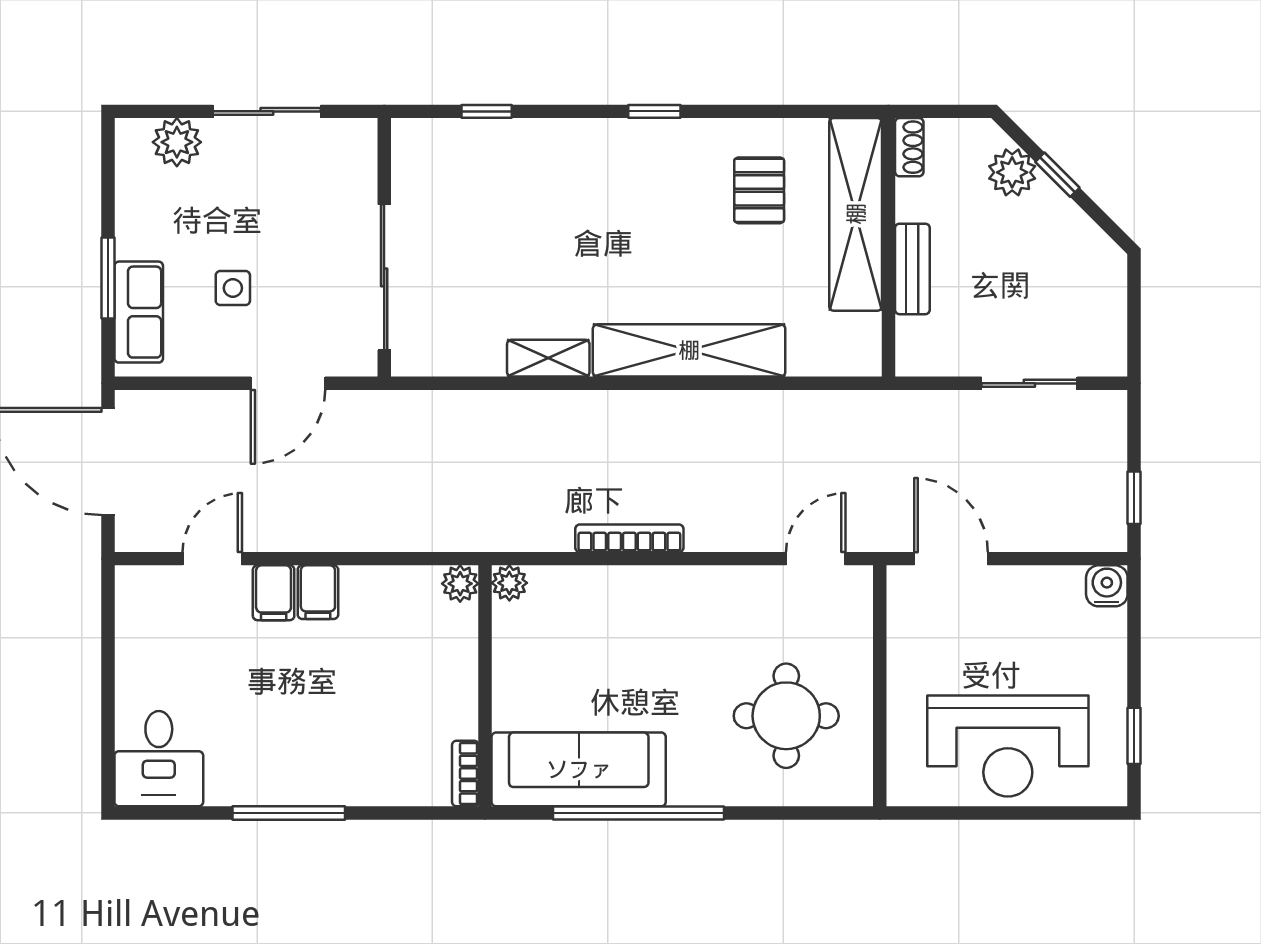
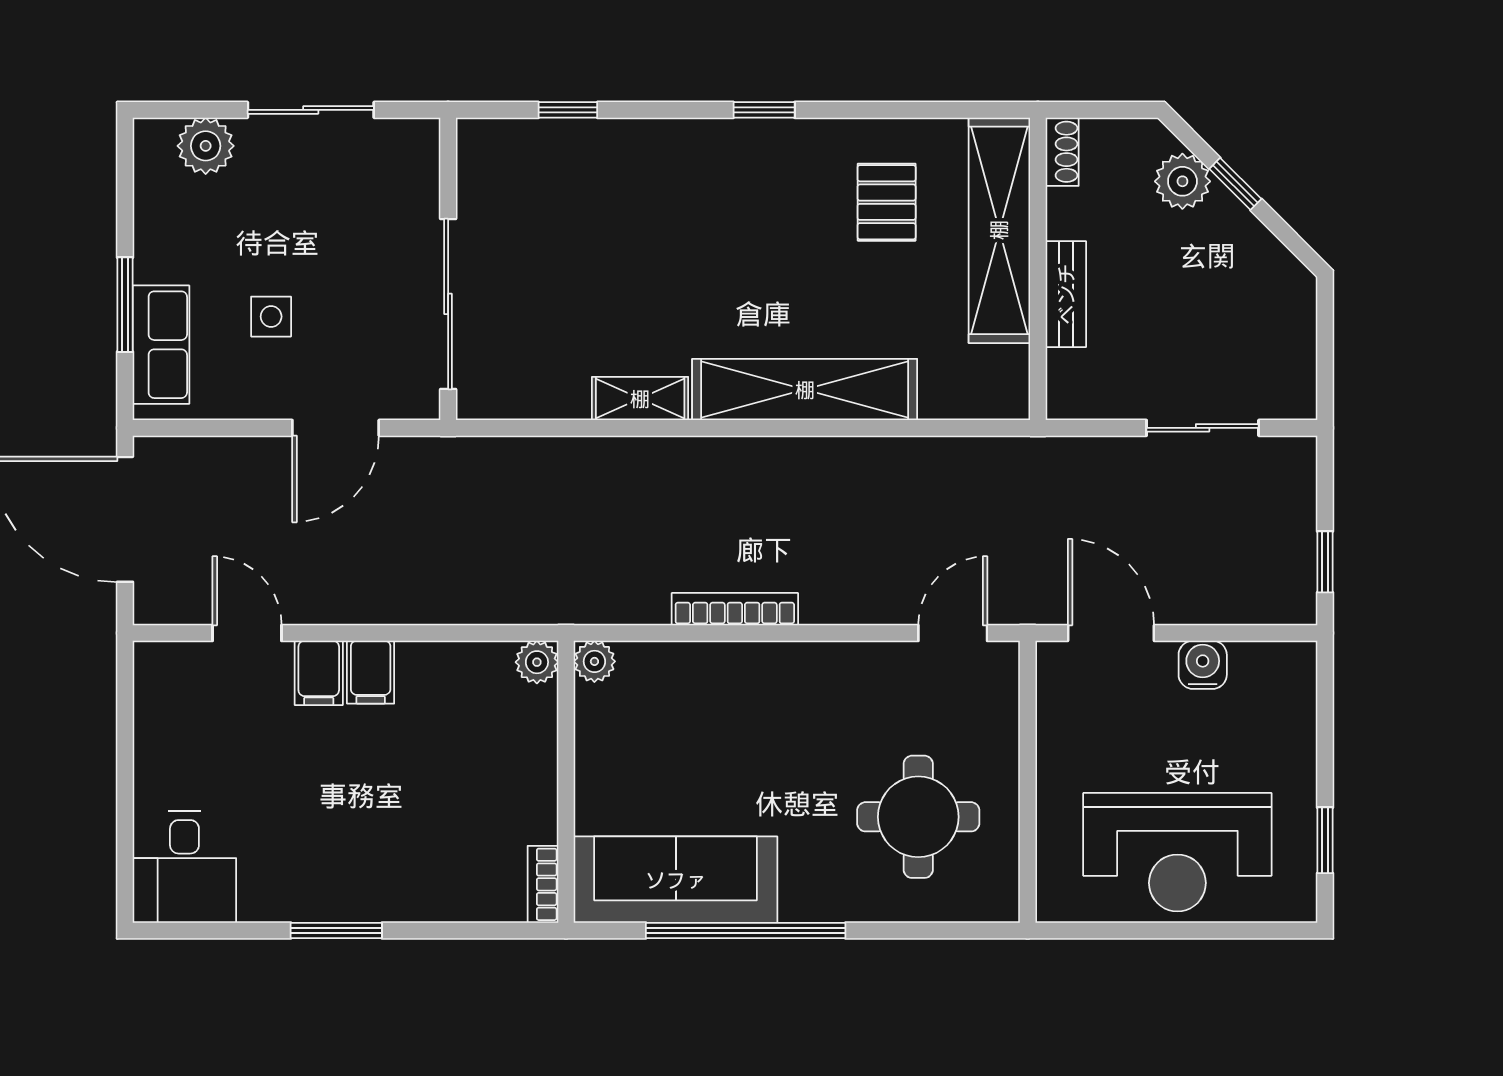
door: (212, 559) -> (247, 633), hinge flipped
water cooler: (1107, 586) -> (1203, 665), moved
window: (289, 813) -> (336, 930), width x0.69

